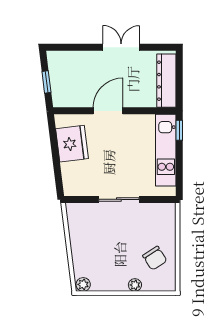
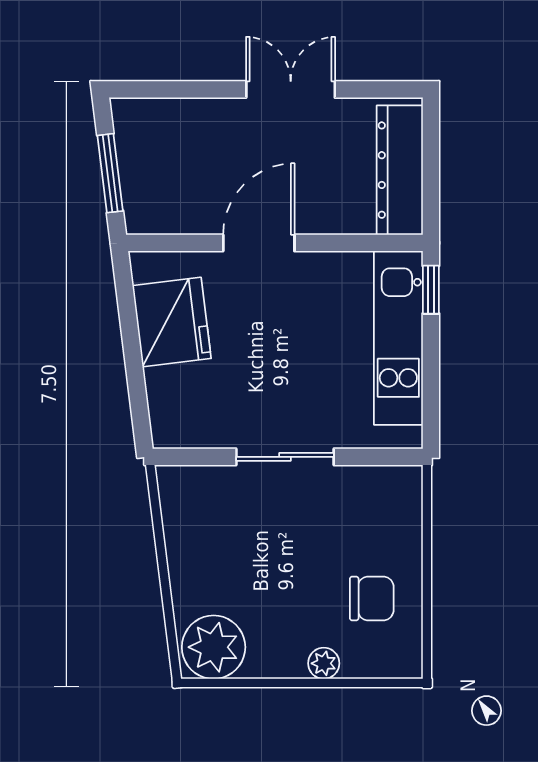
window: (46, 82) -> (110, 173), width x1.50
chair: (155, 258) -> (372, 598), turned -57
plant: (83, 284) -> (214, 647), width x1.87, depth x1.87

